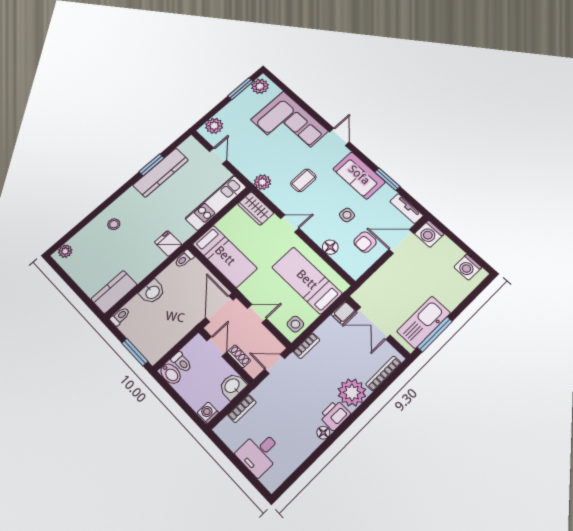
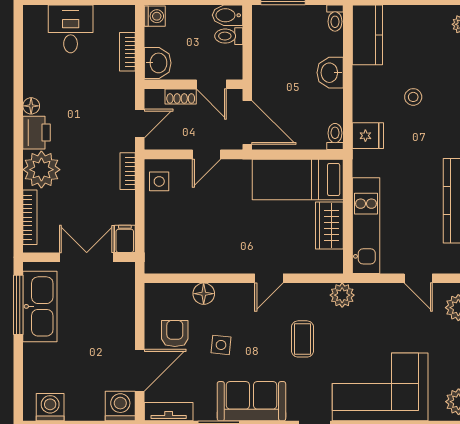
wardrobe: (256, 208) -> (329, 225), moved, turned -90
stool: (114, 224) -> (413, 97), moved
bed: (307, 280) -> (192, 236), removed

